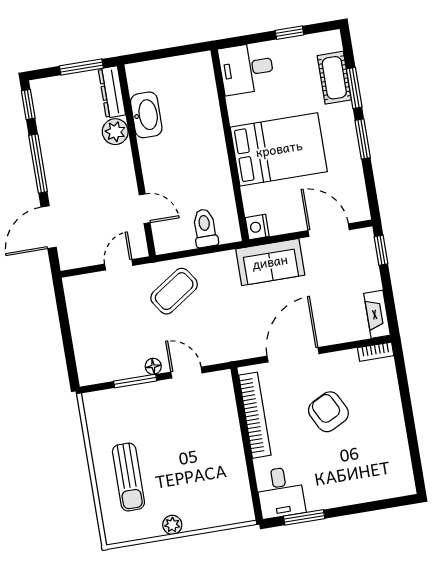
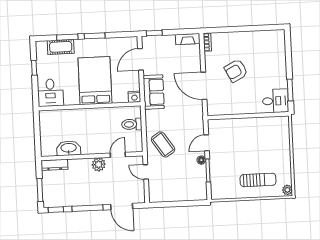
window: (81, 67) -> (40, 190), moved
plant: (115, 132) -> (99, 164), moved
bookcase: (255, 415) -> (233, 110), removed
plant: (172, 525) -> (287, 190), moved

